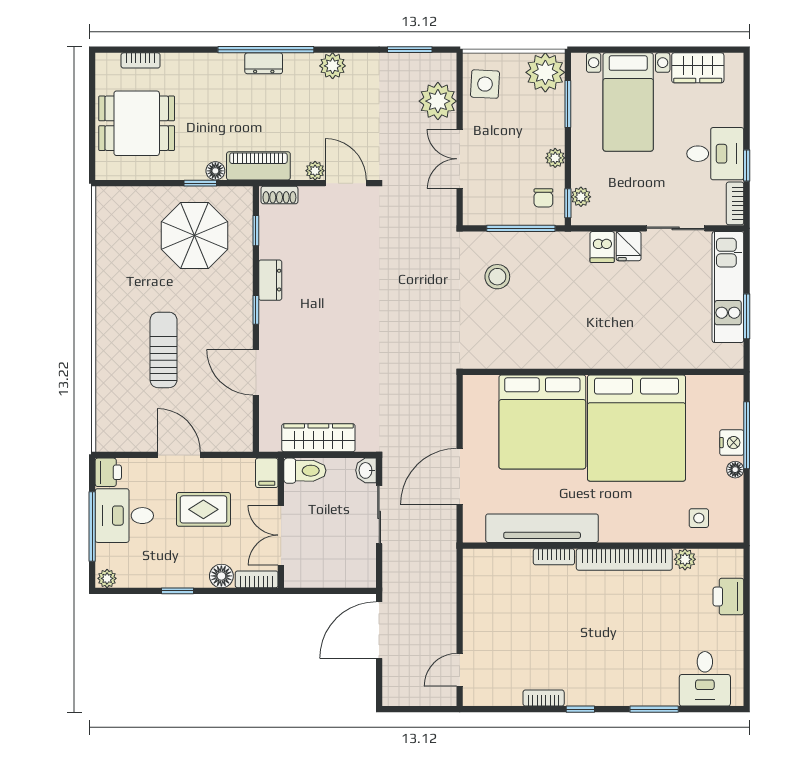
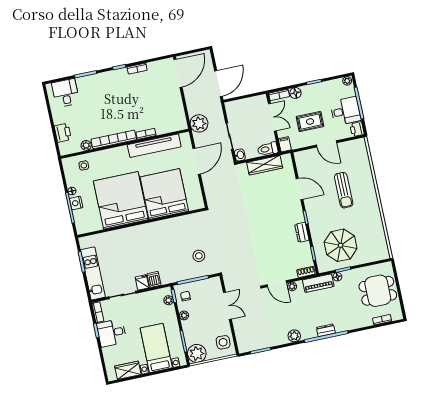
plant: (438, 101) -> (199, 123), moved
door: (460, 670) -> (178, 73), width x1.88

